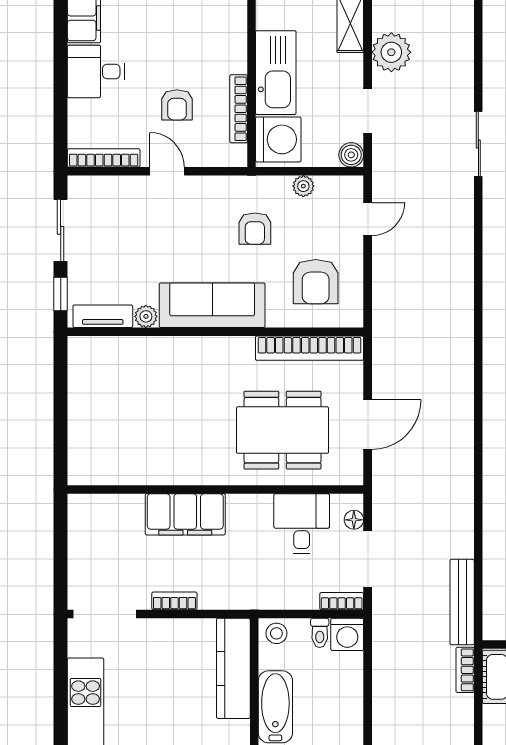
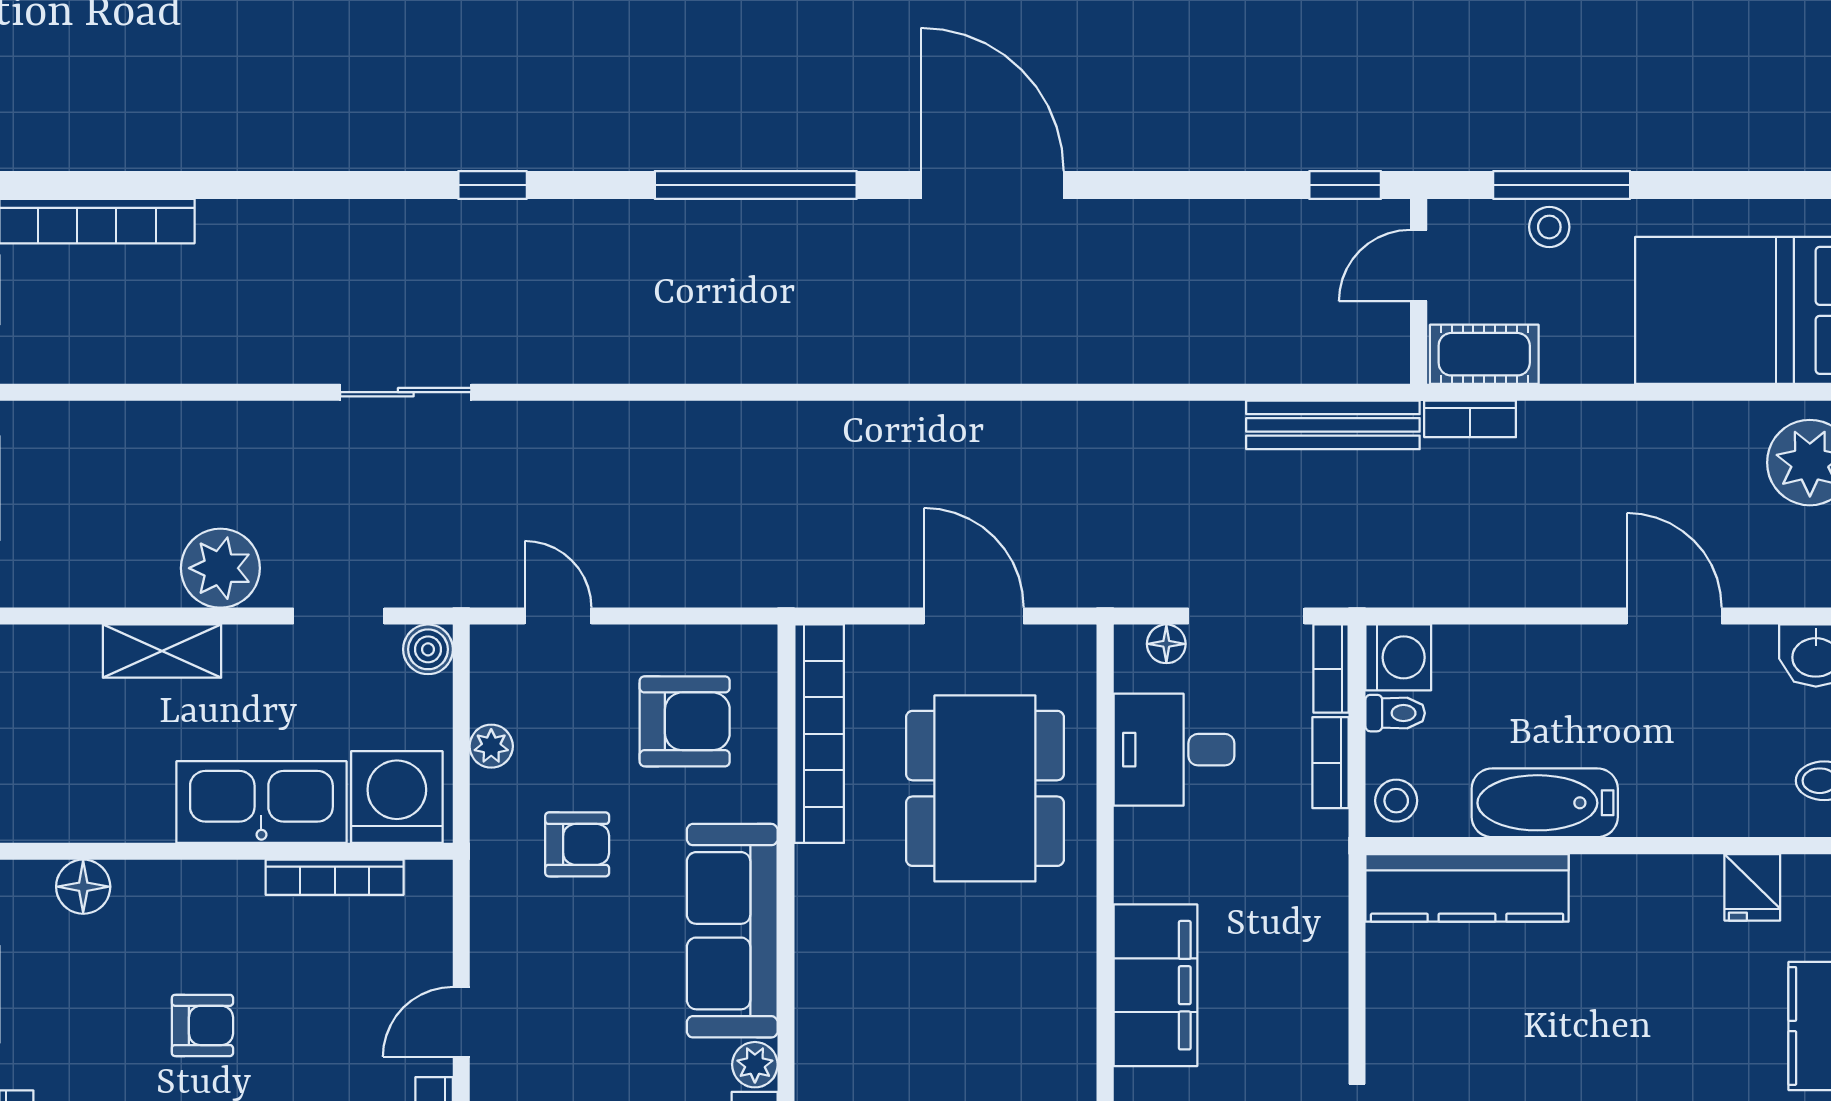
armchair: (177, 105) -> (202, 1025), moved
bookcase: (174, 601) -> (1330, 763), moved

